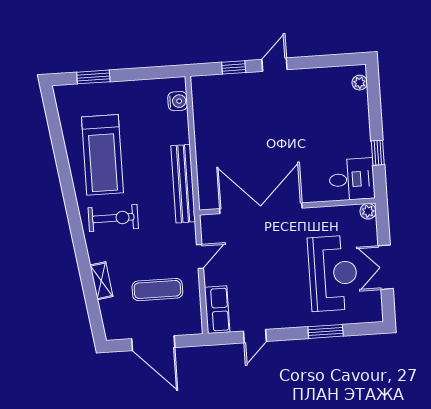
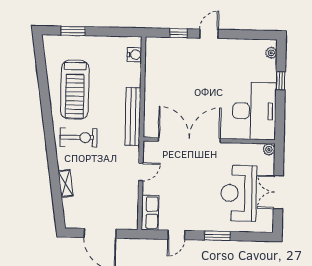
window: (378, 153) -> (281, 81), moved
desk: (352, 179) -> (254, 111), width x1.87, depth x1.30
reception desk: (333, 273) -> (239, 193), turned 180
exercise mat: (157, 290) -> (107, 194), removed
window: (326, 331) -> (217, 236), moved

